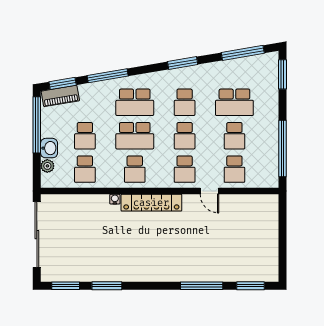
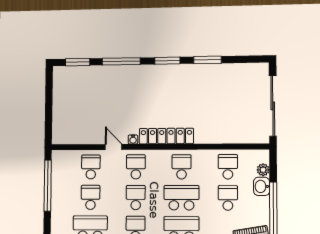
water cooler: (115, 199) -> (133, 139), moved
window: (66, 286) -> (167, 61), moved

